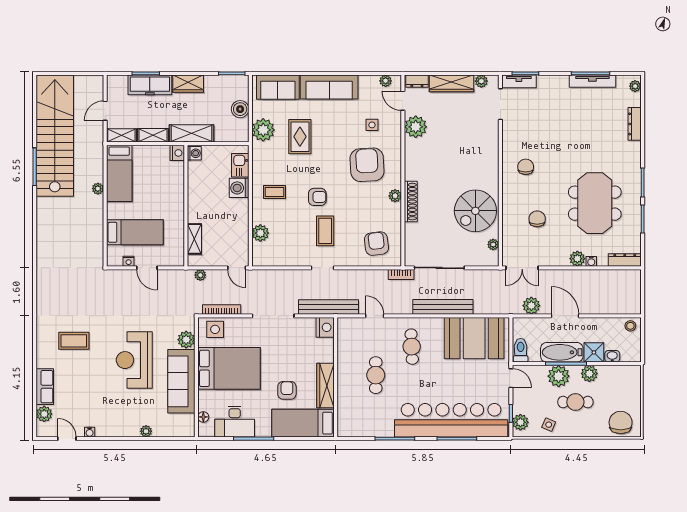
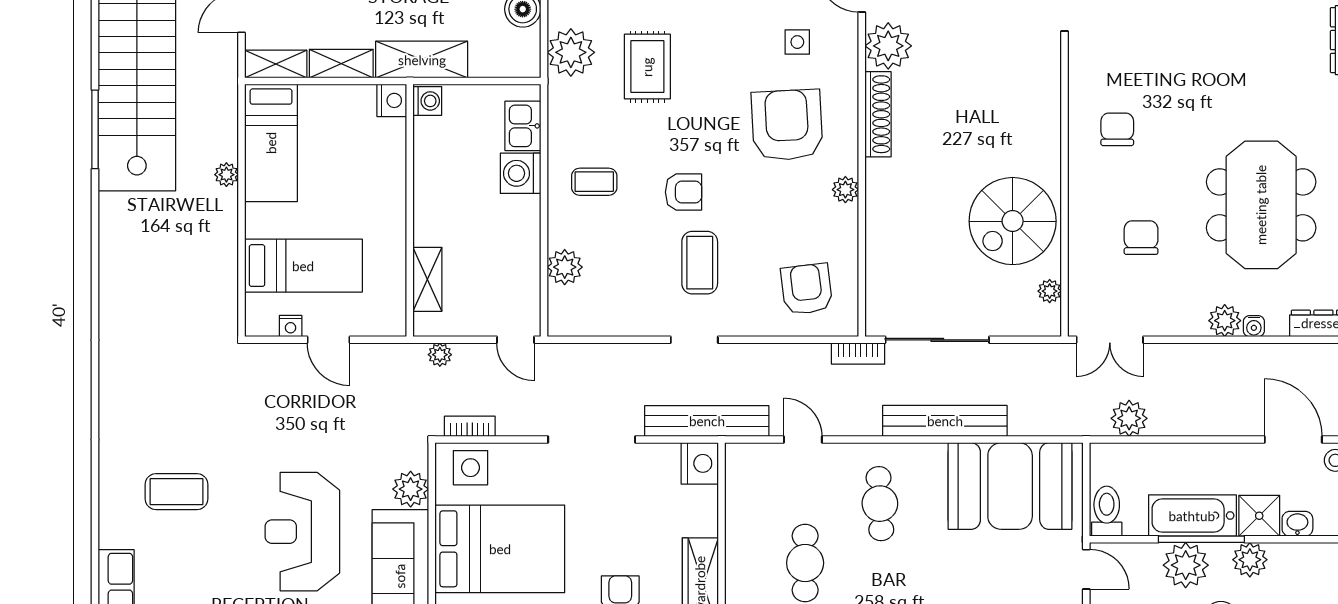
shoe rack: (411, 202) -> (878, 114), moved
bookcase: (222, 309) -> (470, 426), width x0.64
door: (565, 316) -> (1293, 440), moved

